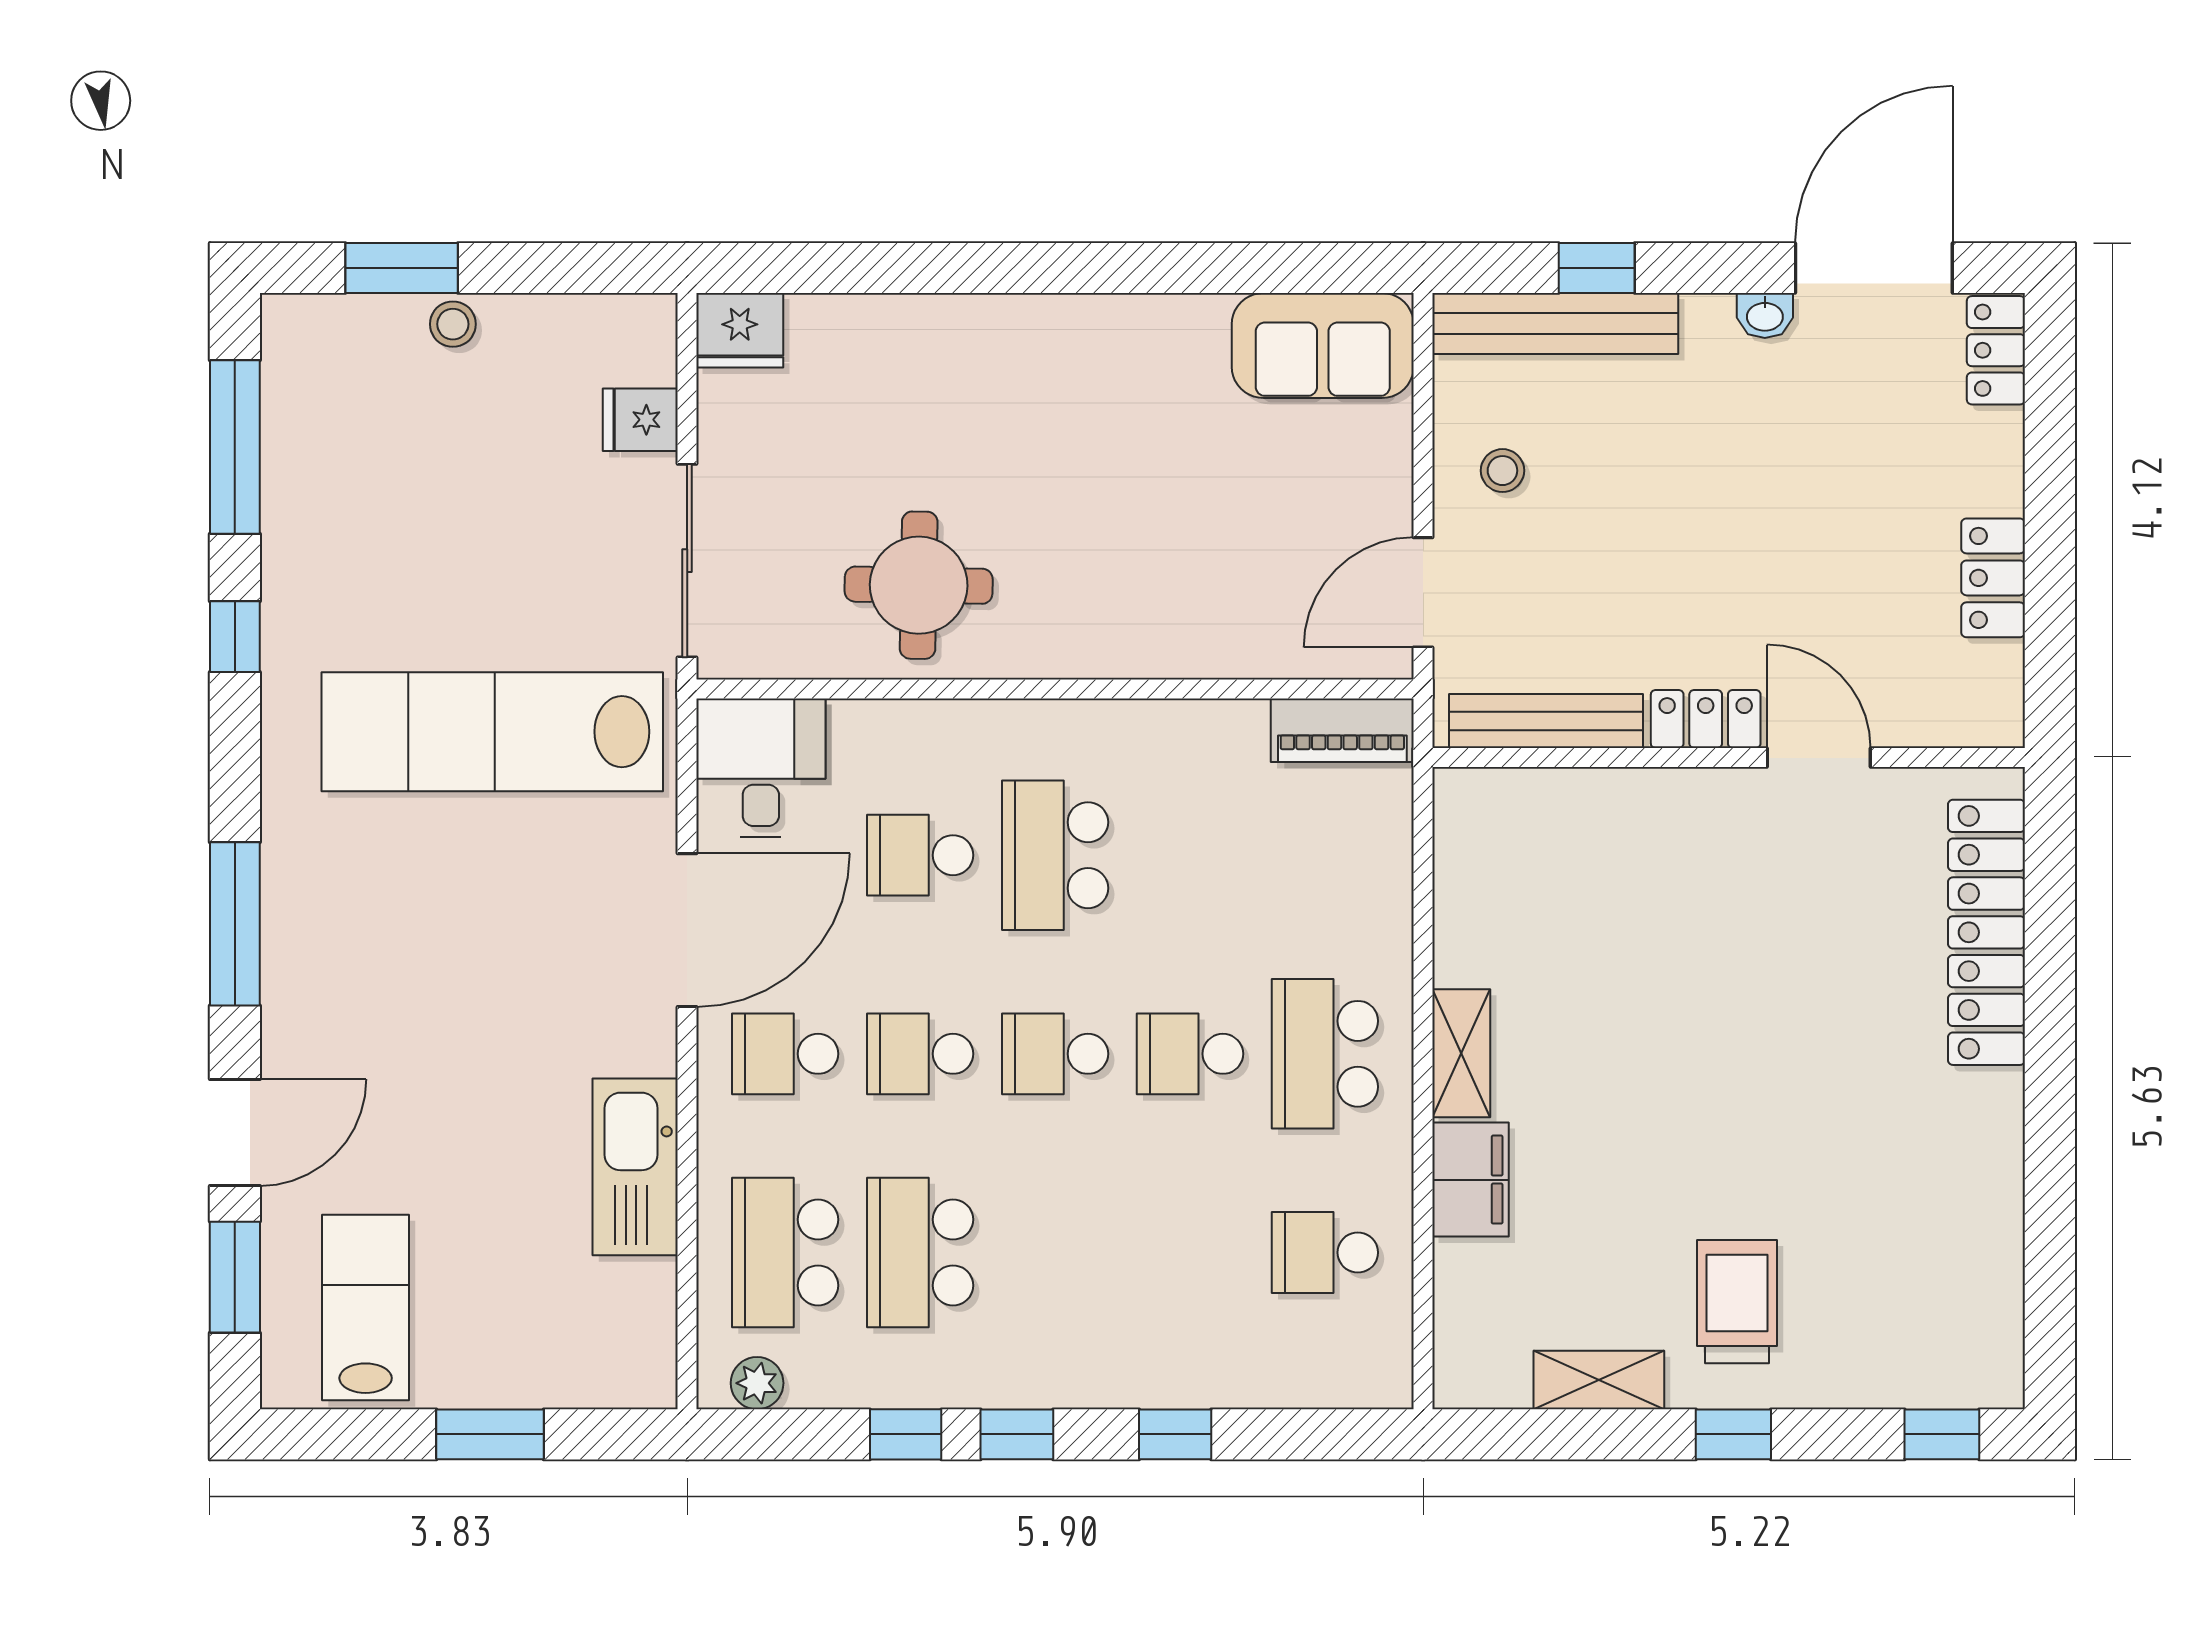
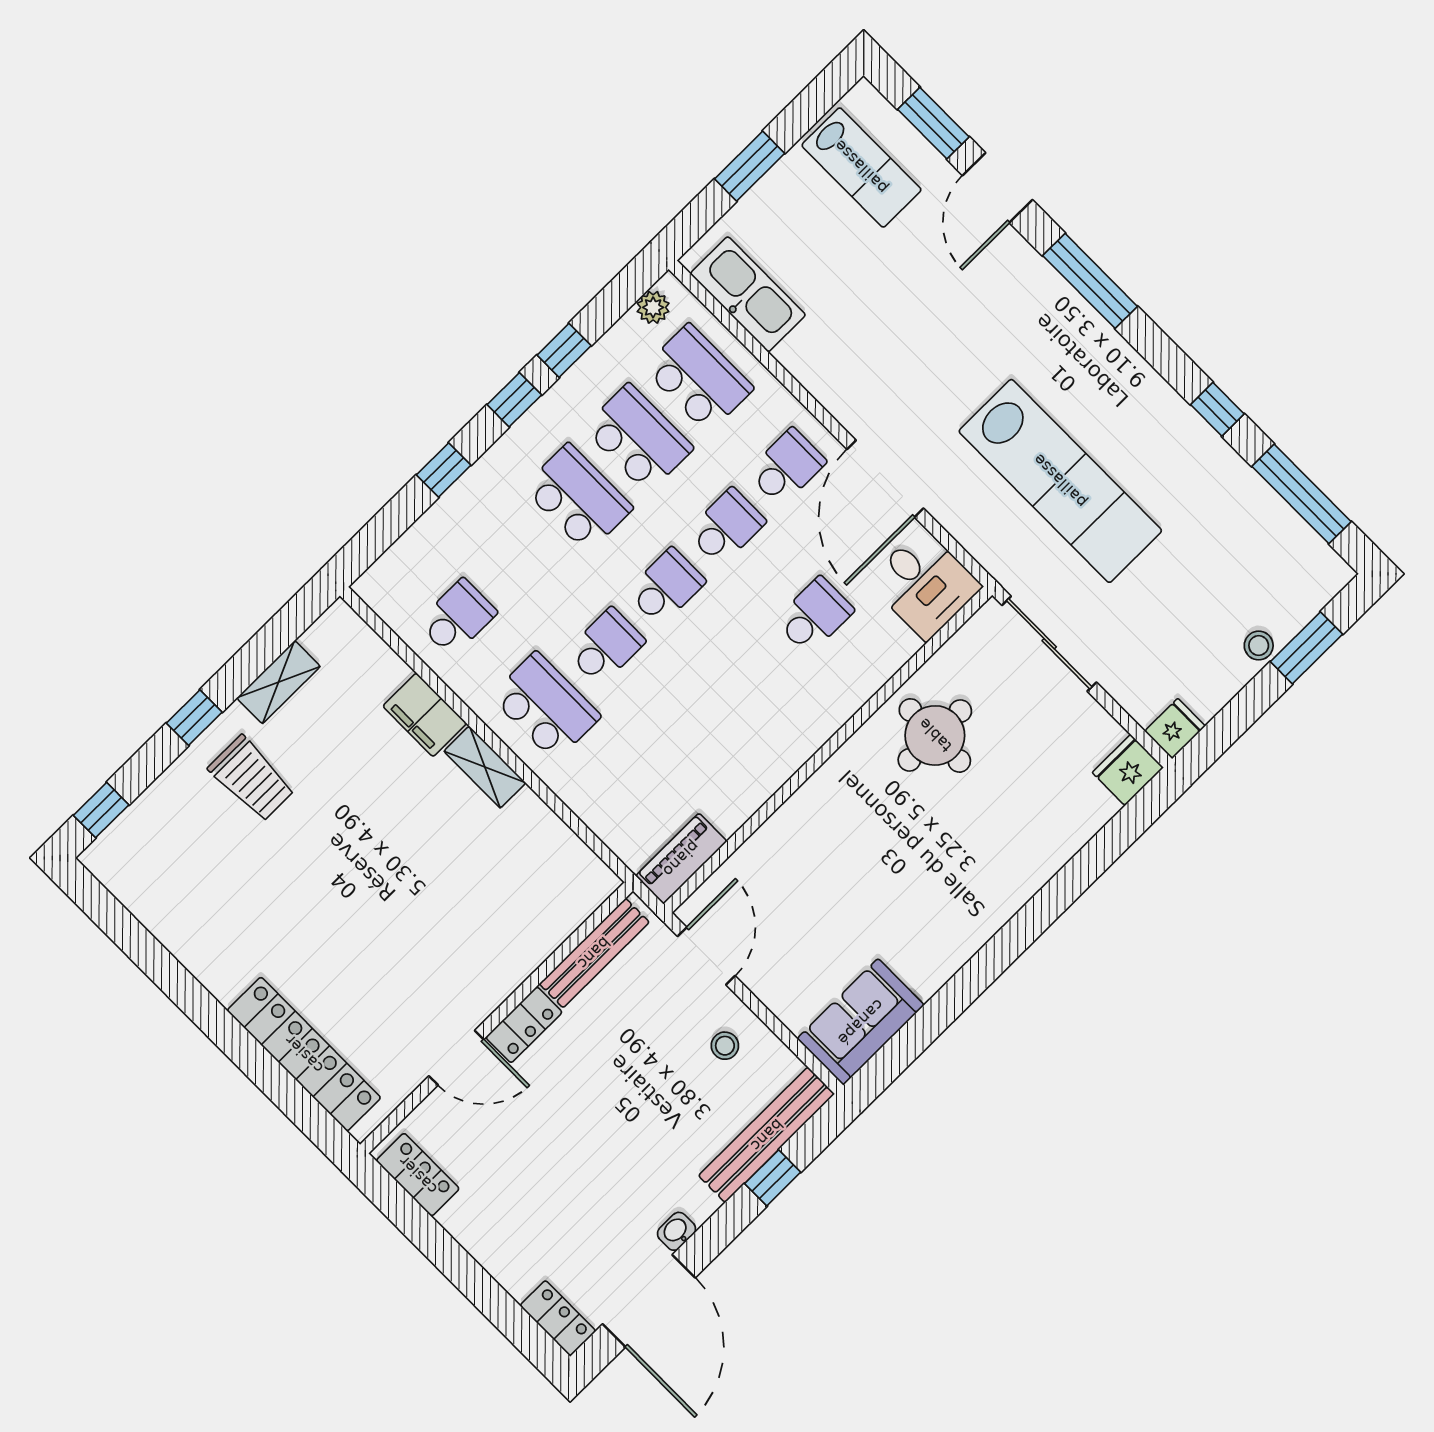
fridge: (640, 420) -> (1175, 729), moved
locker: (1993, 578) -> (418, 1175), moved
lab bench: (492, 732) -> (1060, 481), turned 90
school desk: (1055, 855) -> (578, 498), moved
kitchen sink: (635, 1167) -> (748, 294), moved

